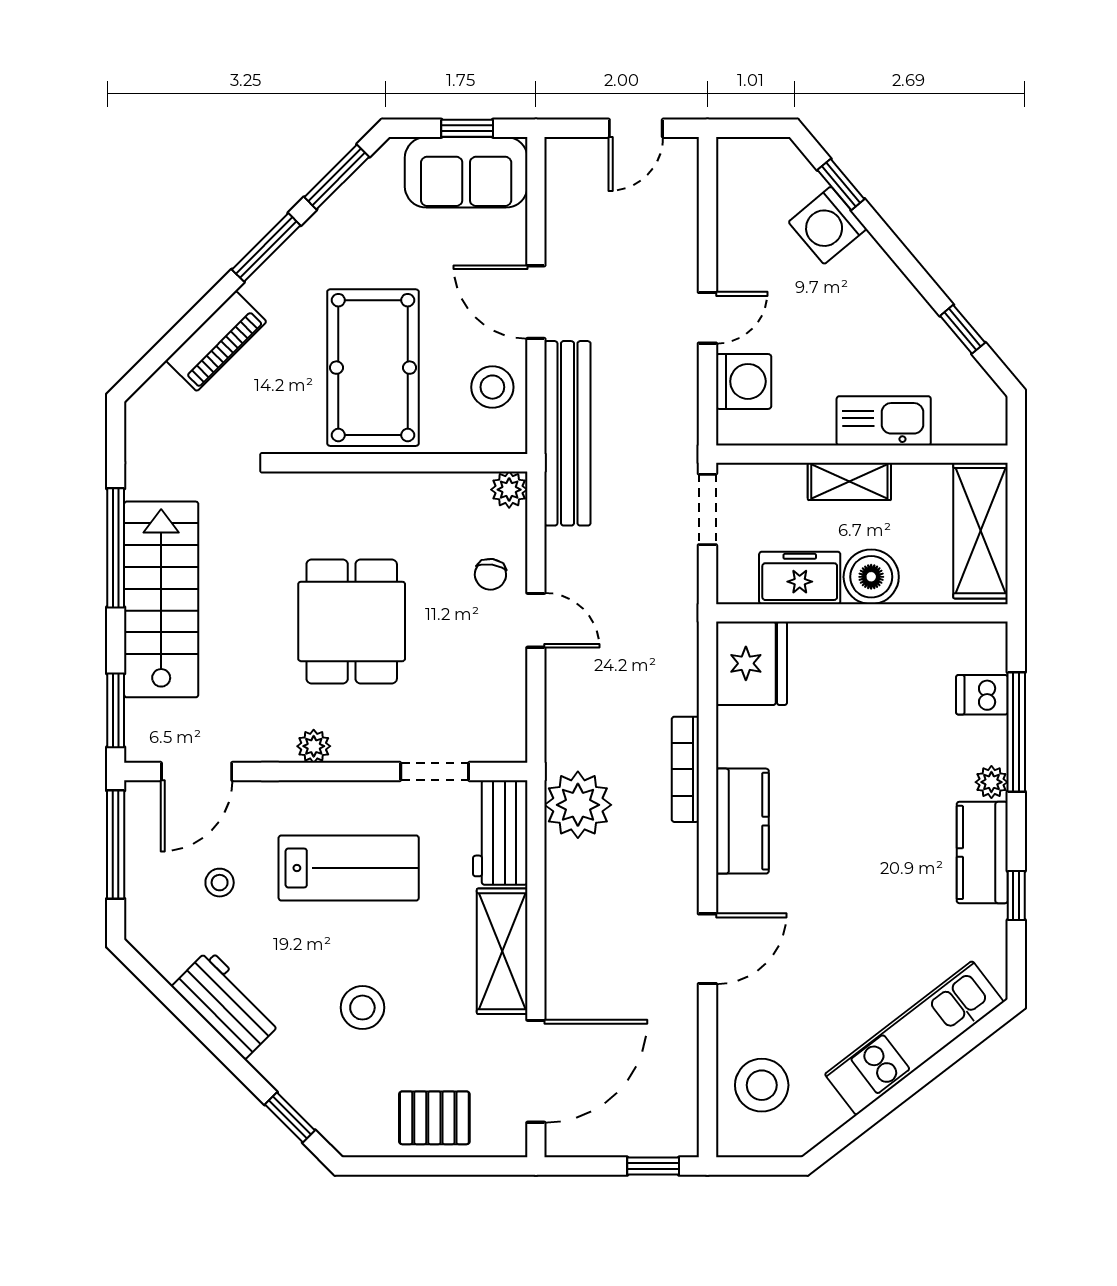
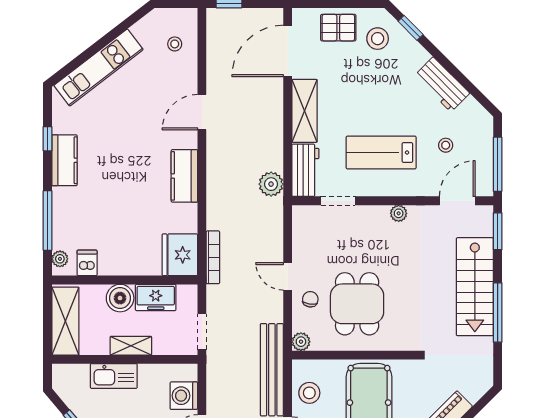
dining table: (352, 621) -> (357, 304), moved
dishwasher: (982, 695) -> (87, 263), moved, turned -90
bookcase: (685, 769) -> (213, 257), moved
plant: (991, 782) -> (60, 259), moved
plant: (578, 805) -> (271, 184), width x0.73, depth x0.73
stool: (362, 1008) -> (378, 39), moved
stool: (762, 1085) -> (175, 44), width x0.53, depth x0.53

